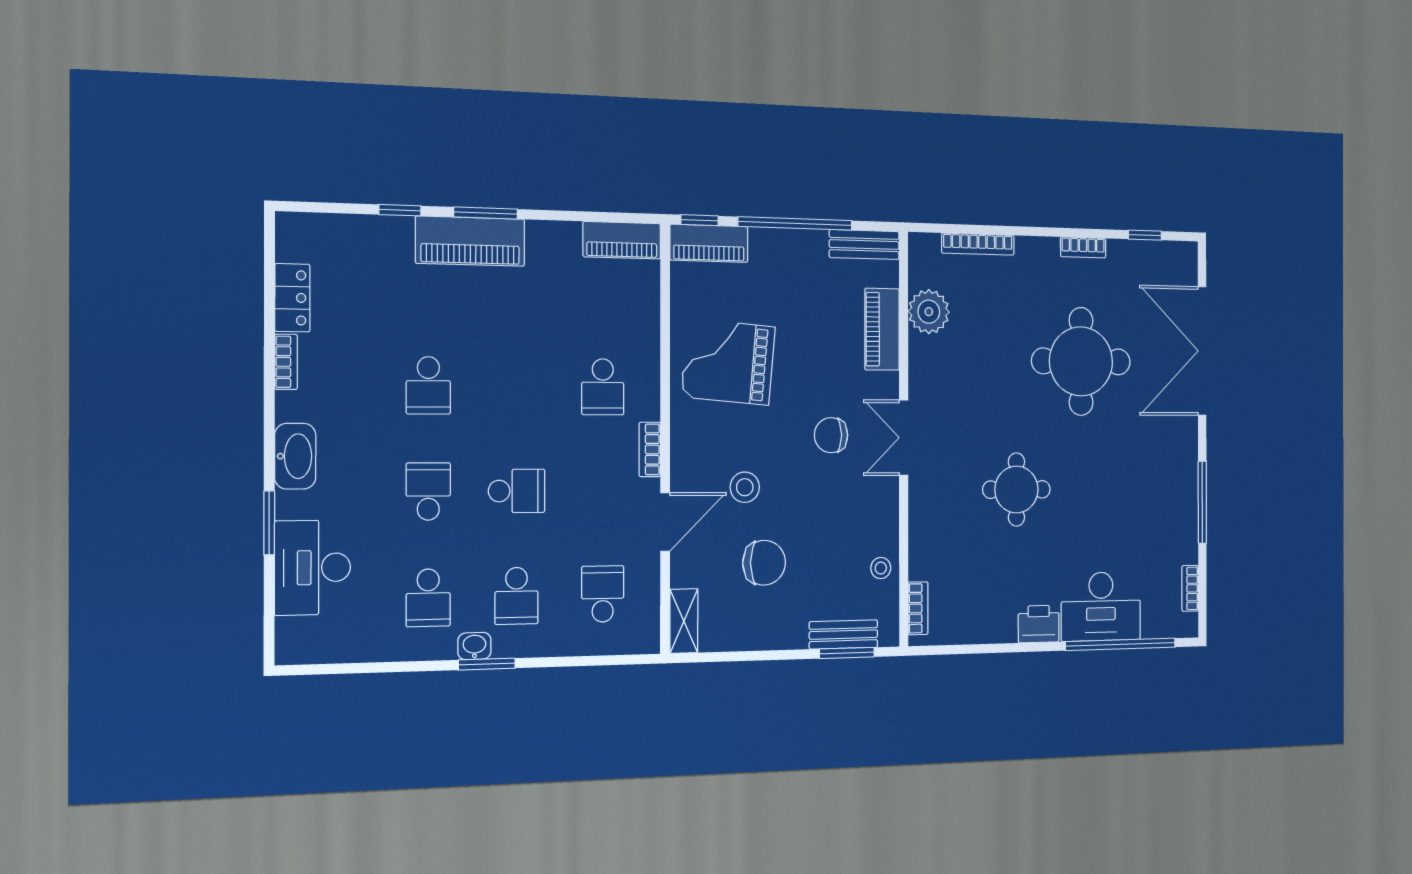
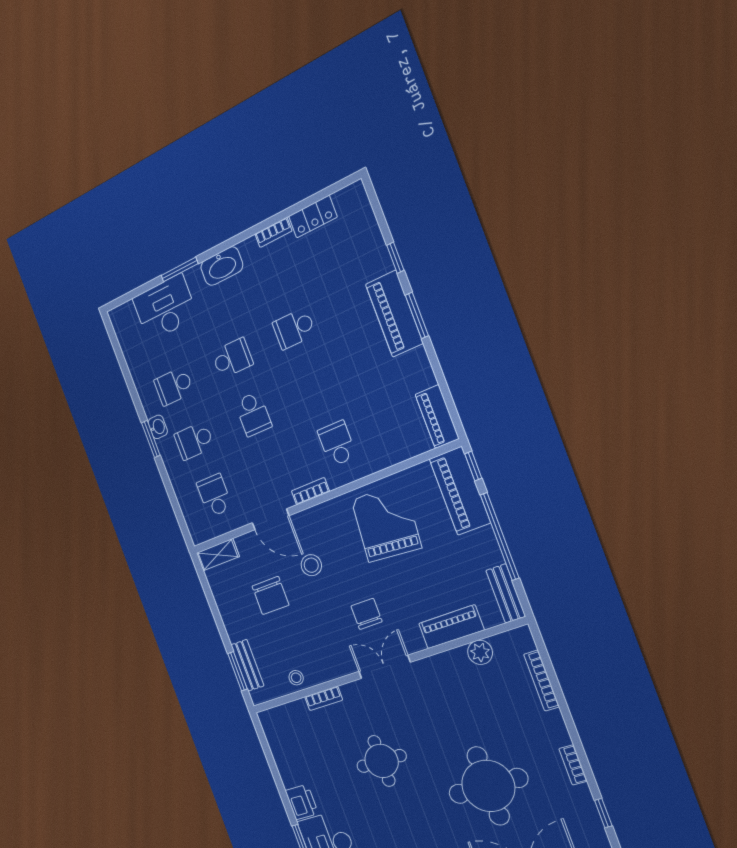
piano: (709, 243) -> (460, 491), width x1.37, depth x1.33
plant: (929, 312) -> (480, 652), width x0.73, depth x0.73
school desk: (603, 387) -> (337, 443), turned 90
school desk: (603, 594) -> (214, 495), turned -90
bookcase: (918, 608) -> (324, 698), moved

